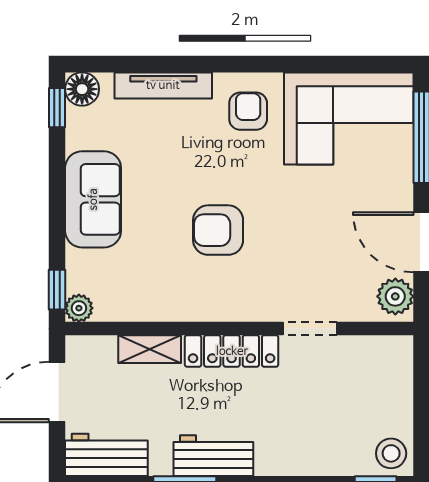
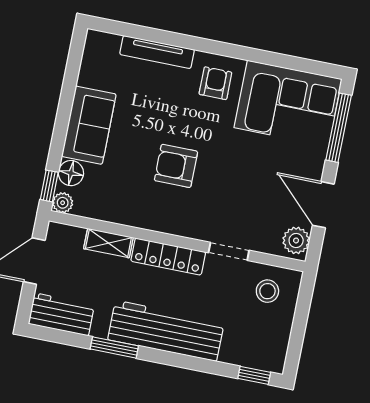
floor lamp: (82, 89) -> (71, 173), moved
window: (57, 108) -> (76, 53), removed
stool: (391, 453) -> (267, 291), moved
workbench: (213, 456) -> (166, 331), width x1.88, depth x1.32

